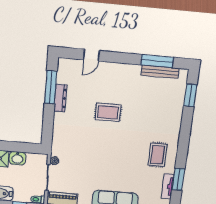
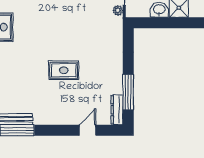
dresser: (60, 98) -> (117, 110), moved

